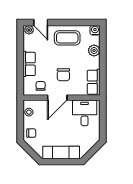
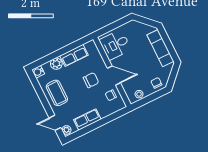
door: (41, 23) -> (55, 123), swing flipped
row of seats: (29, 64) -> (87, 120), moved
row of seats: (94, 82) -> (74, 55), moved

